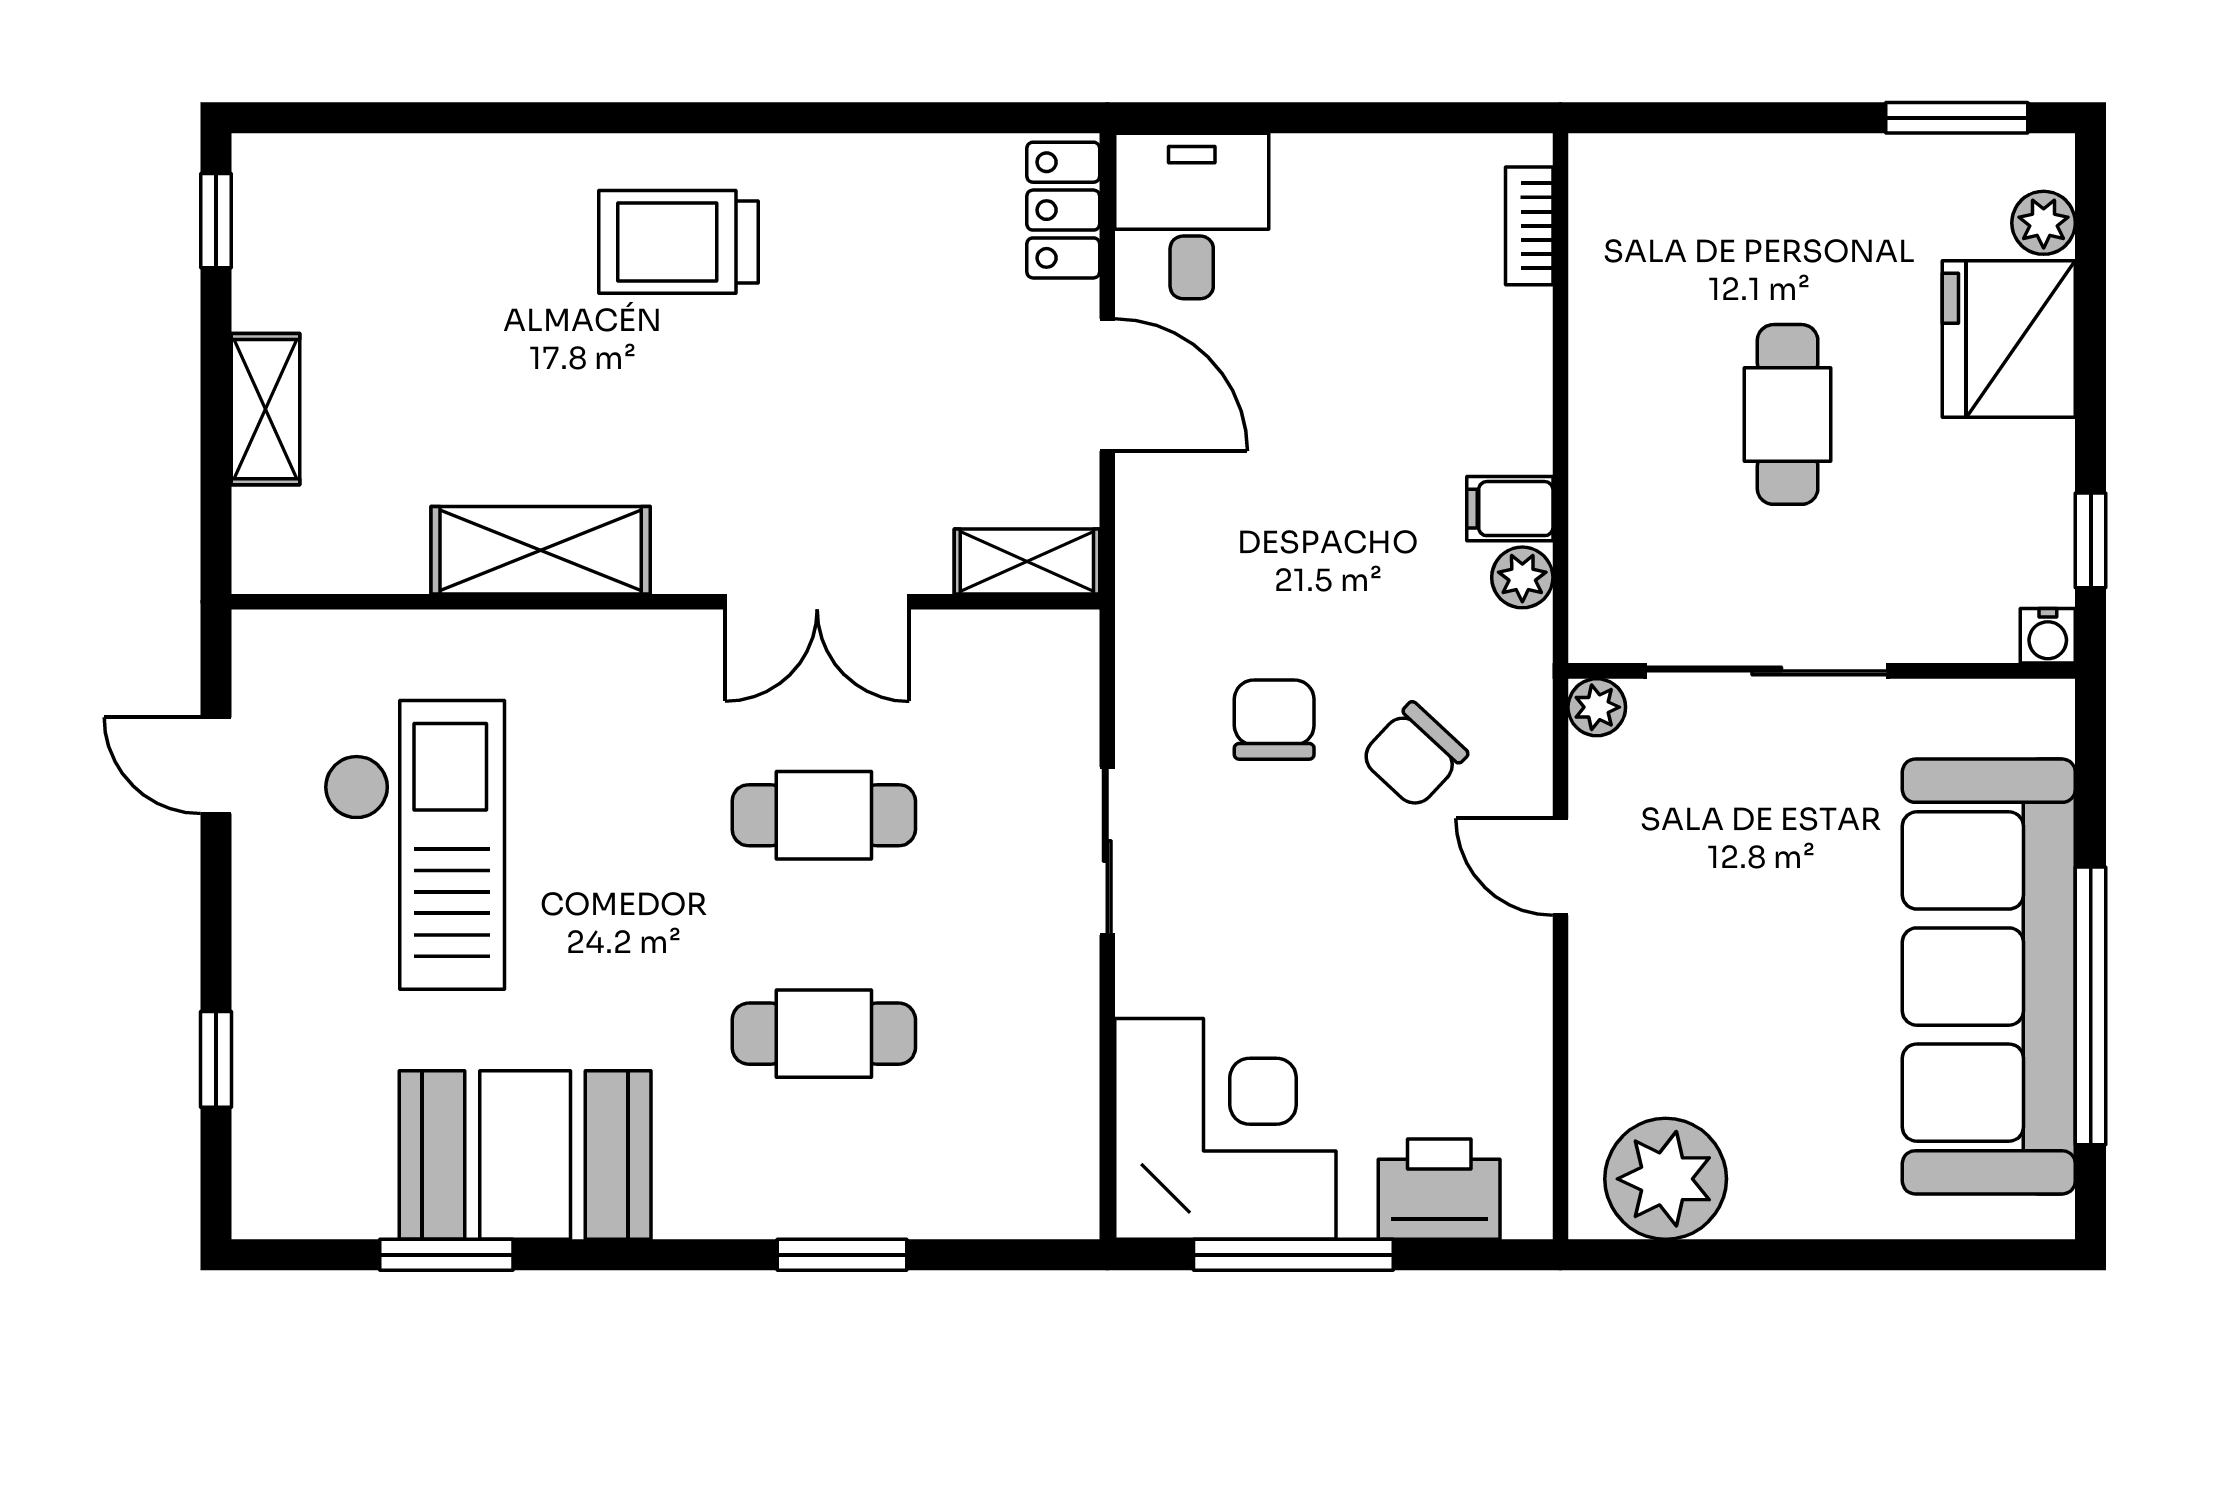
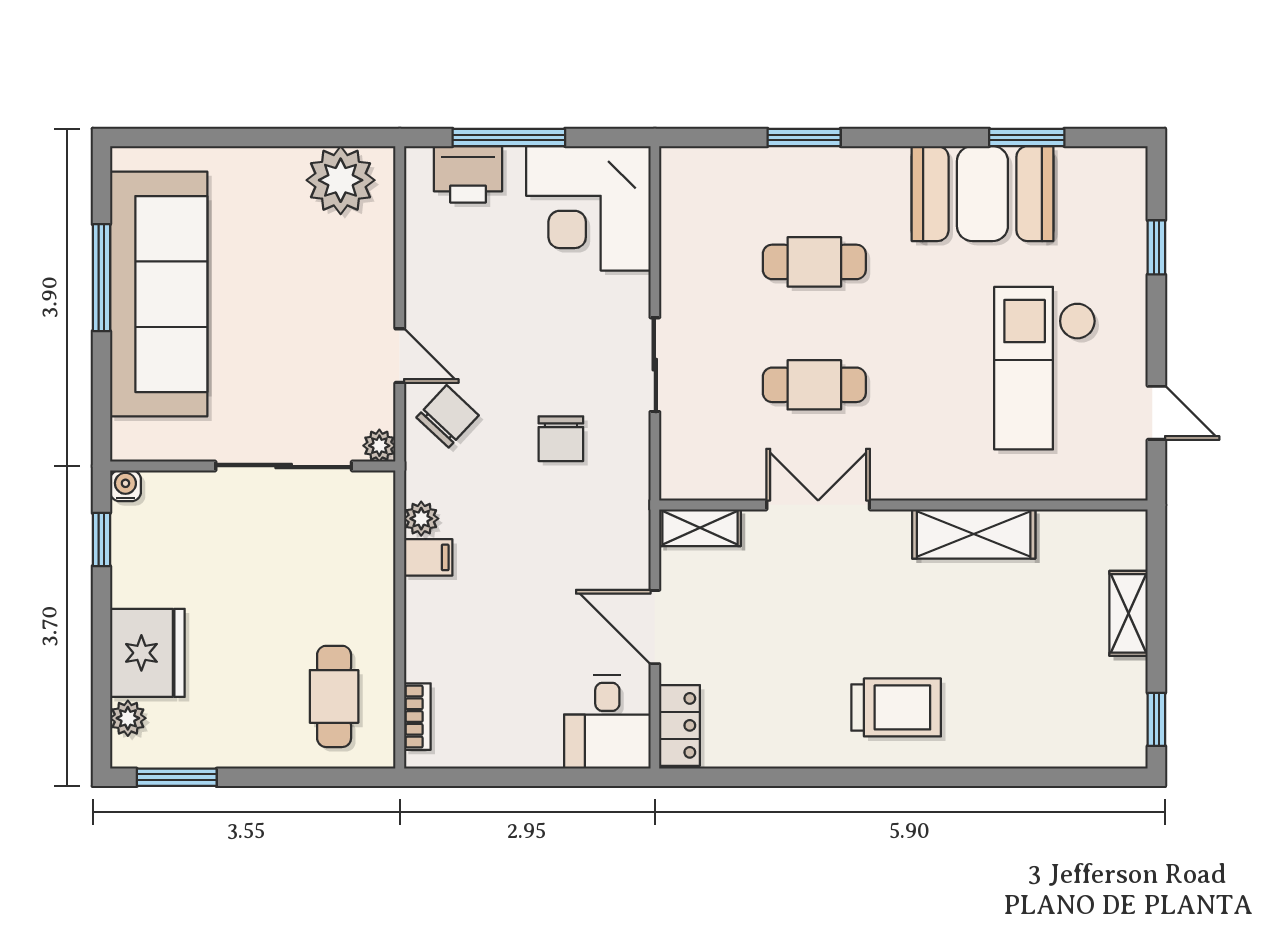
cafe table: (1788, 414) -> (334, 696), moved
chair: (1414, 755) -> (448, 416), moved
window: (2091, 1006) -> (101, 278), width x0.68
window: (1293, 1255) -> (509, 137), moved

